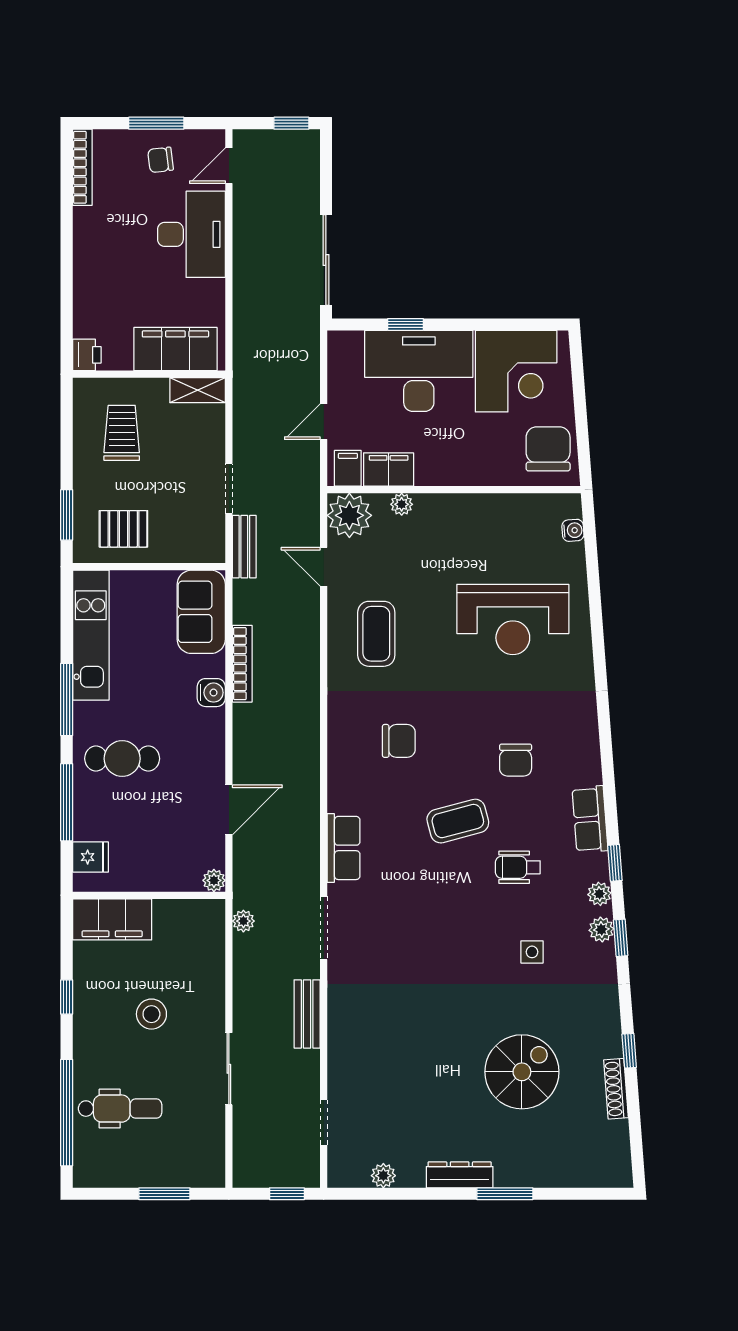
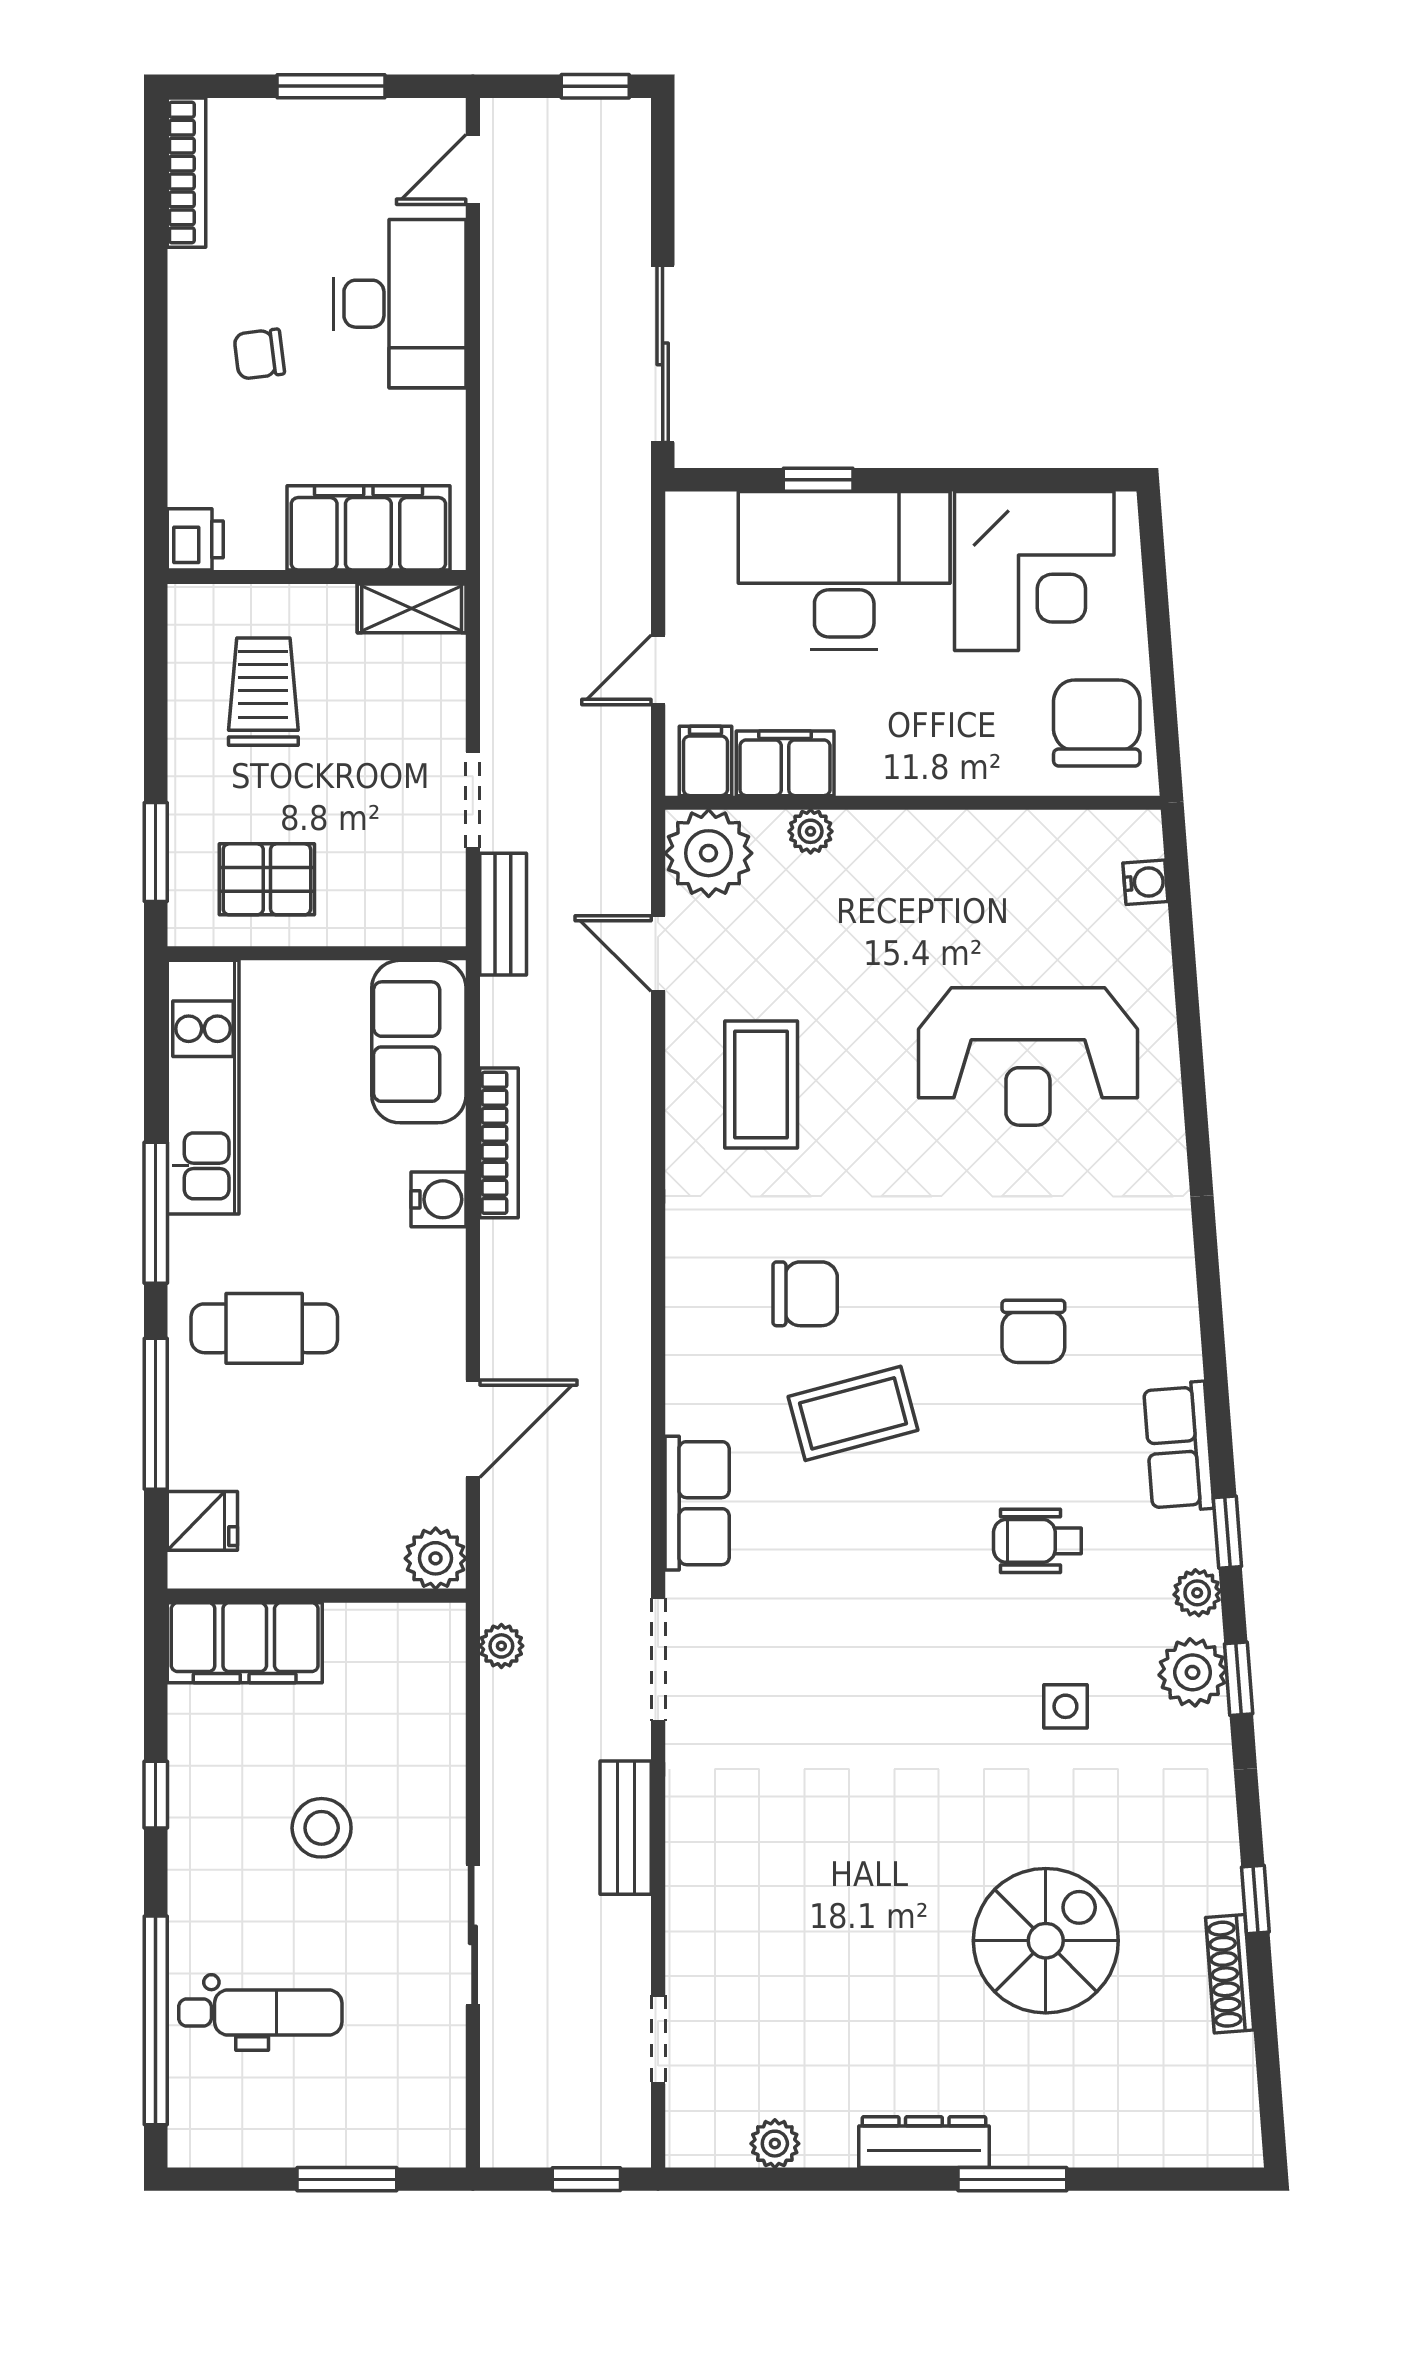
chair: (161, 160) -> (259, 354), moved
coffee table: (458, 821) -> (853, 1413), moved
plant: (214, 880) -> (436, 1558), width x1.38, depth x1.38
plant: (601, 929) -> (1193, 1672), width x1.38, depth x1.38

